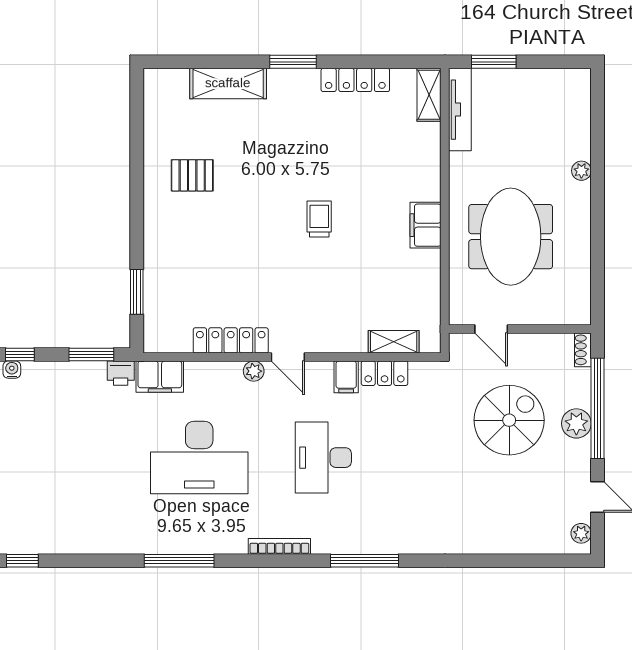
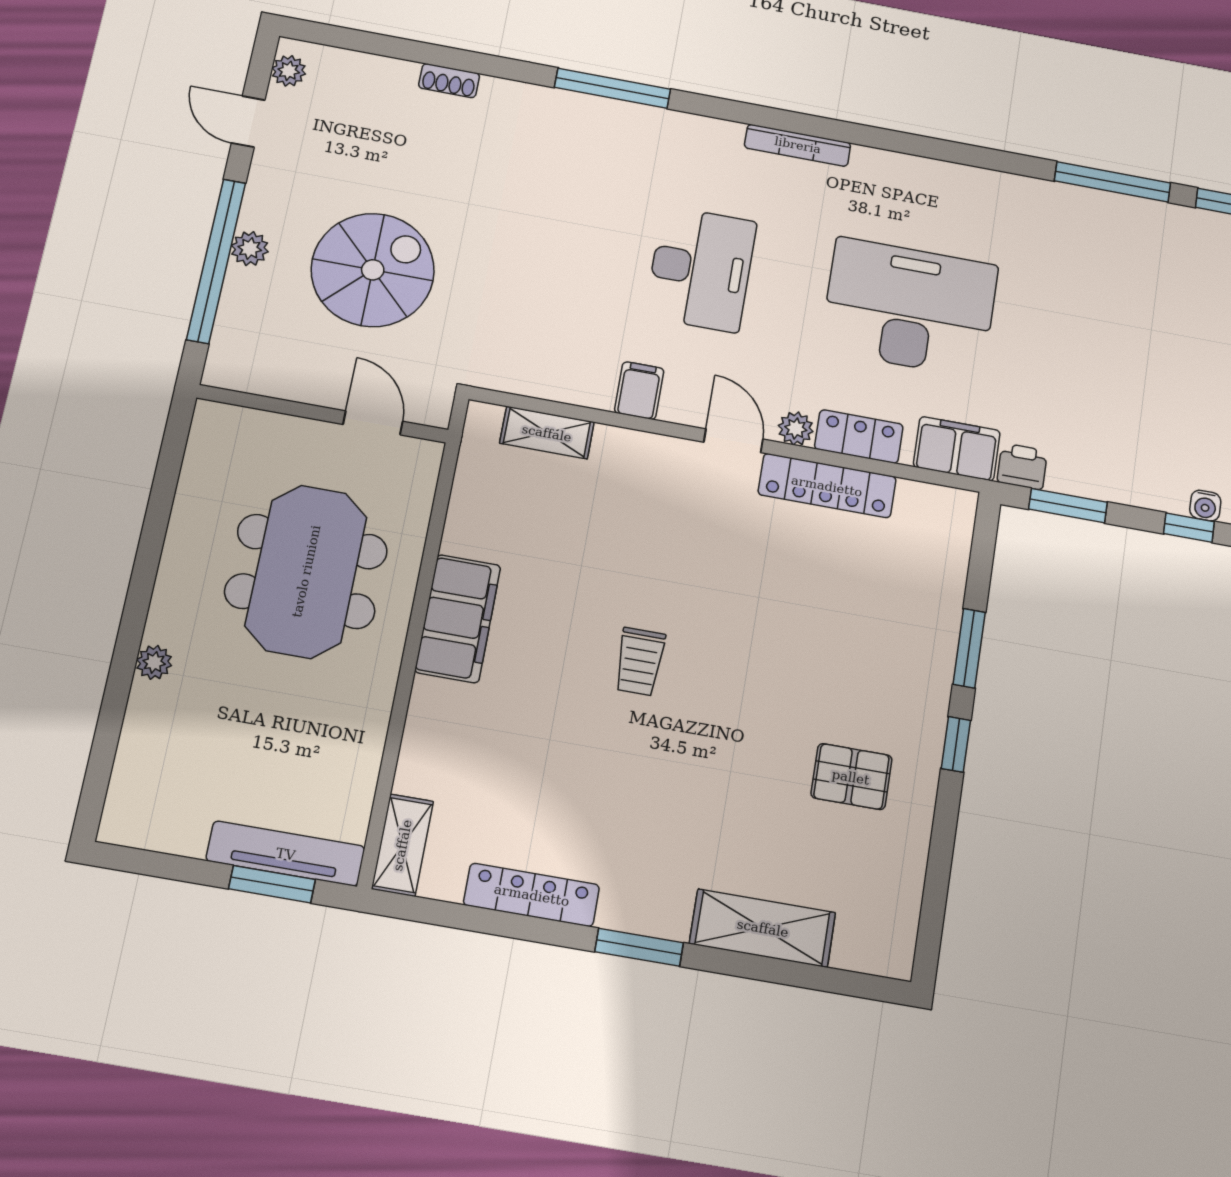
tv unit: (460, 110) -> (286, 854), moved, turned 90
window: (137, 204) -> (956, 744), added
filing cabinet: (426, 225) -> (458, 619), width x1.50, depth x1.17
window: (137, 292) -> (969, 648), moved
shoe rack: (583, 350) -> (449, 81), moved, turned 90
locker: (385, 373) -> (859, 437), moved
spiral stairs: (509, 420) -> (373, 270), turned 180
plant: (576, 423) -> (250, 249), width x0.73, depth x0.73
window: (179, 561) -> (1112, 182), moved
window: (365, 561) -> (613, 88), moved

